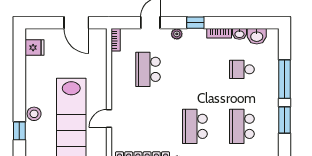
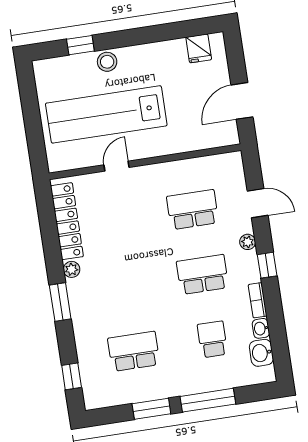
bookcase: (116, 40) -> (227, 159), removed
door: (109, 118) -> (117, 166), hinge flipped
school desk: (195, 126) -> (203, 274), moved

